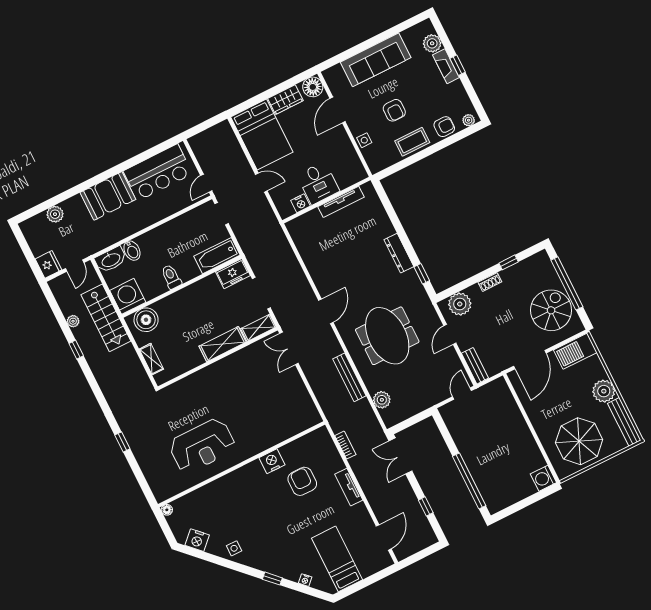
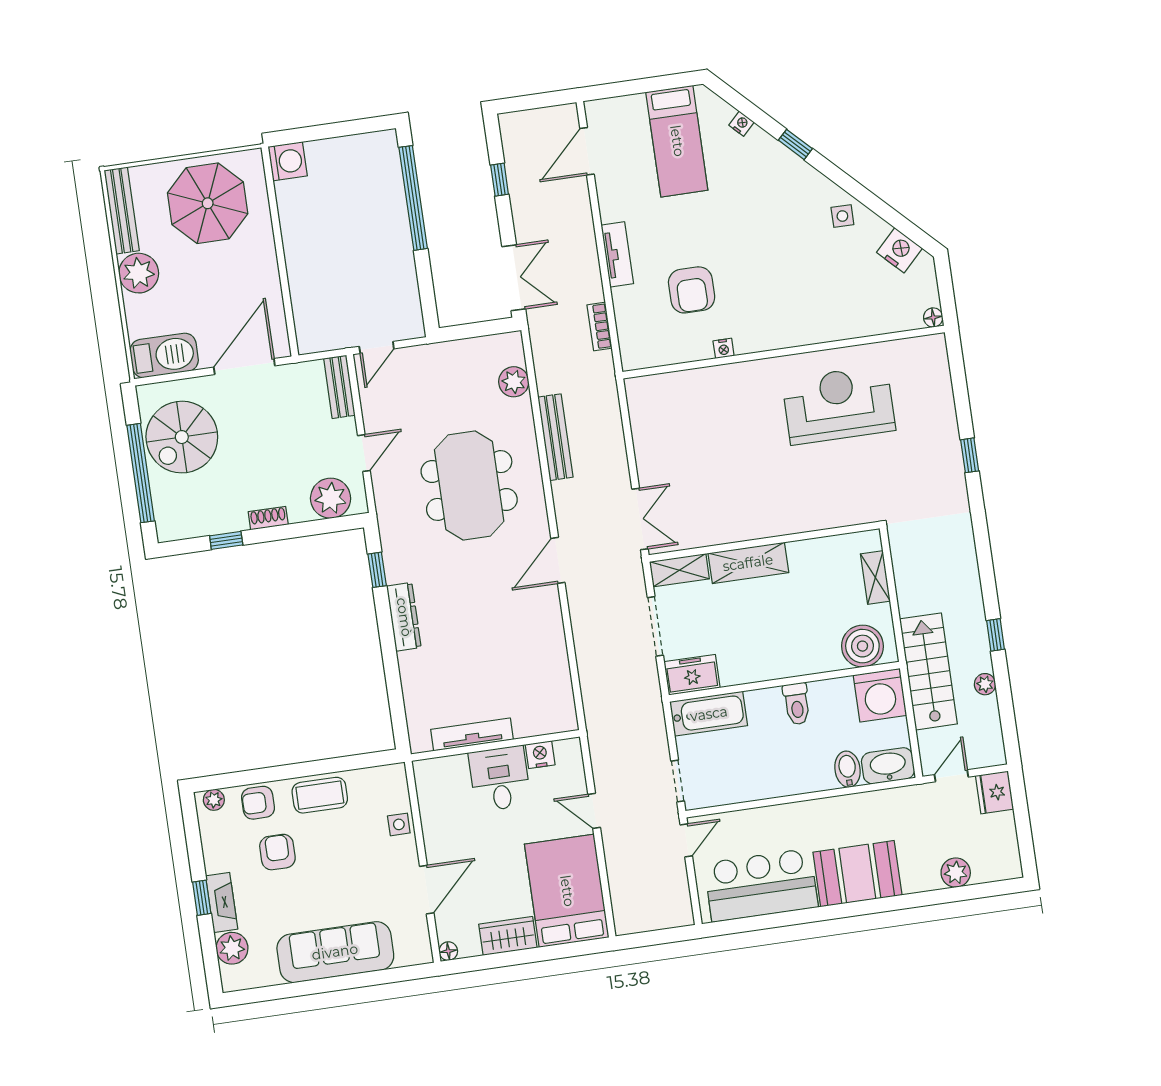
floor lamp: (313, 87) -> (448, 951), width x0.53, depth x0.53
armchair: (394, 110) -> (277, 852), moved
nightstand: (272, 461) -> (724, 348), width x0.53, depth x0.56

